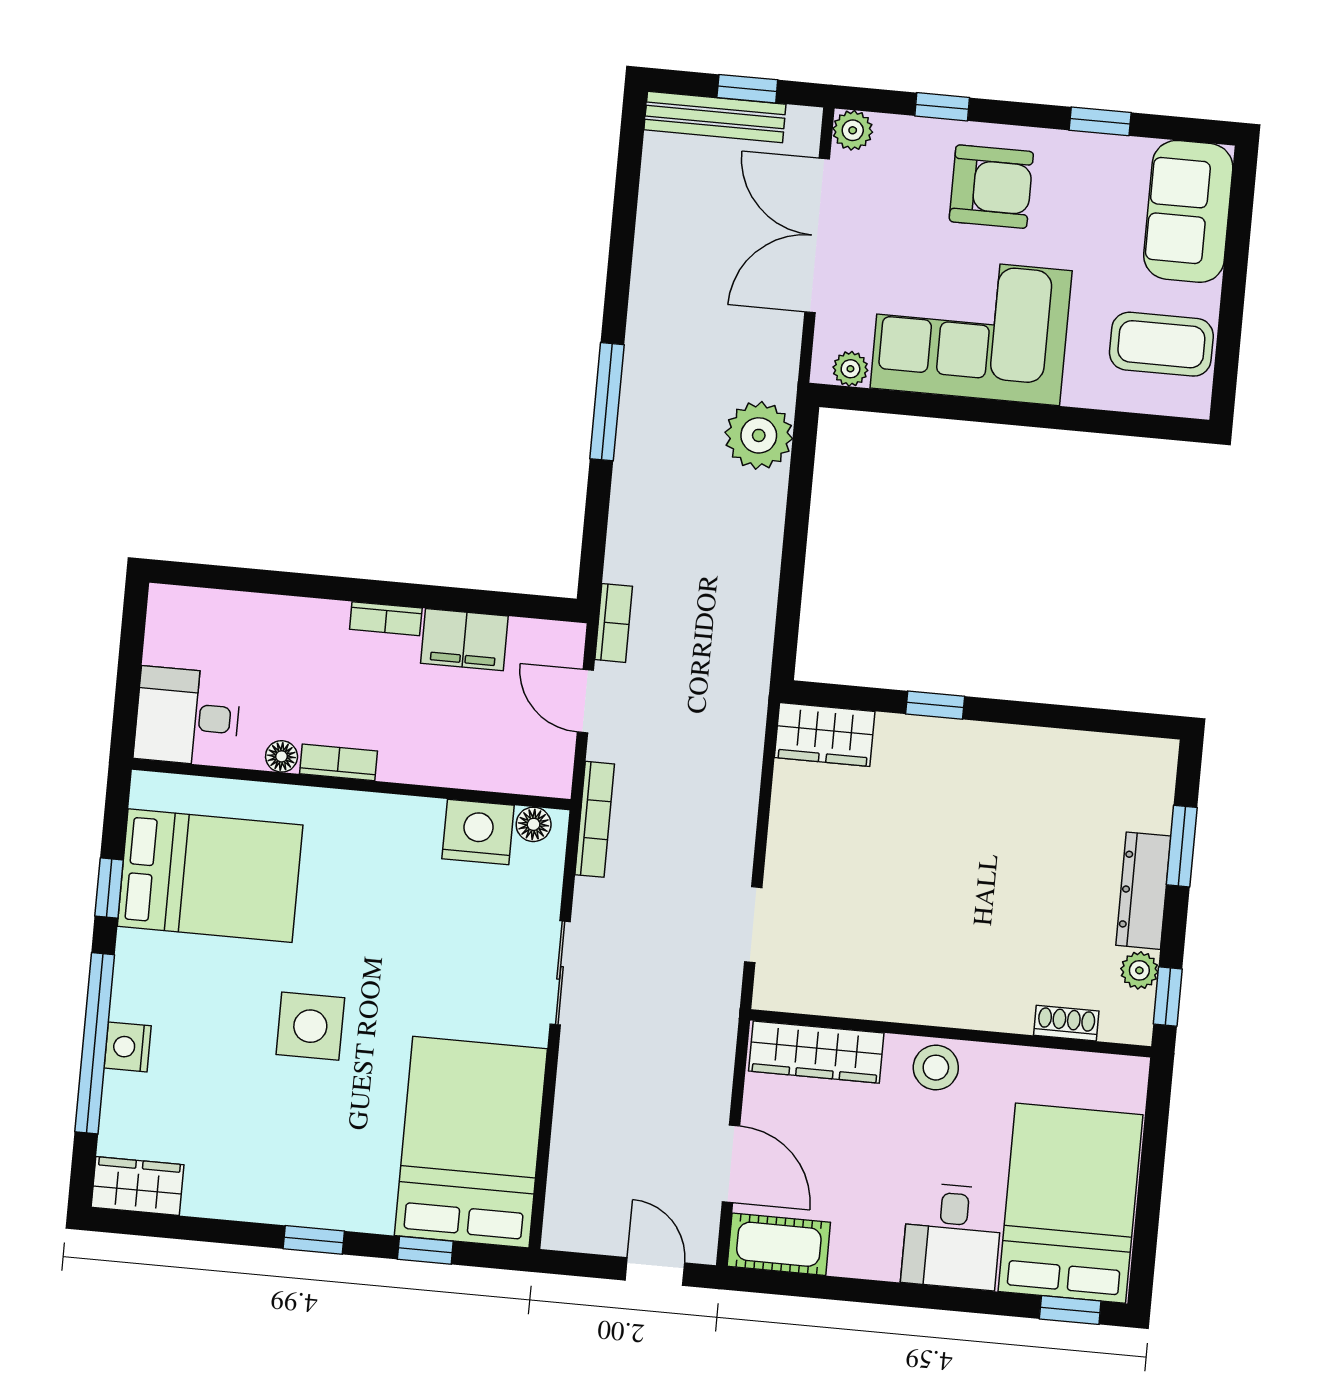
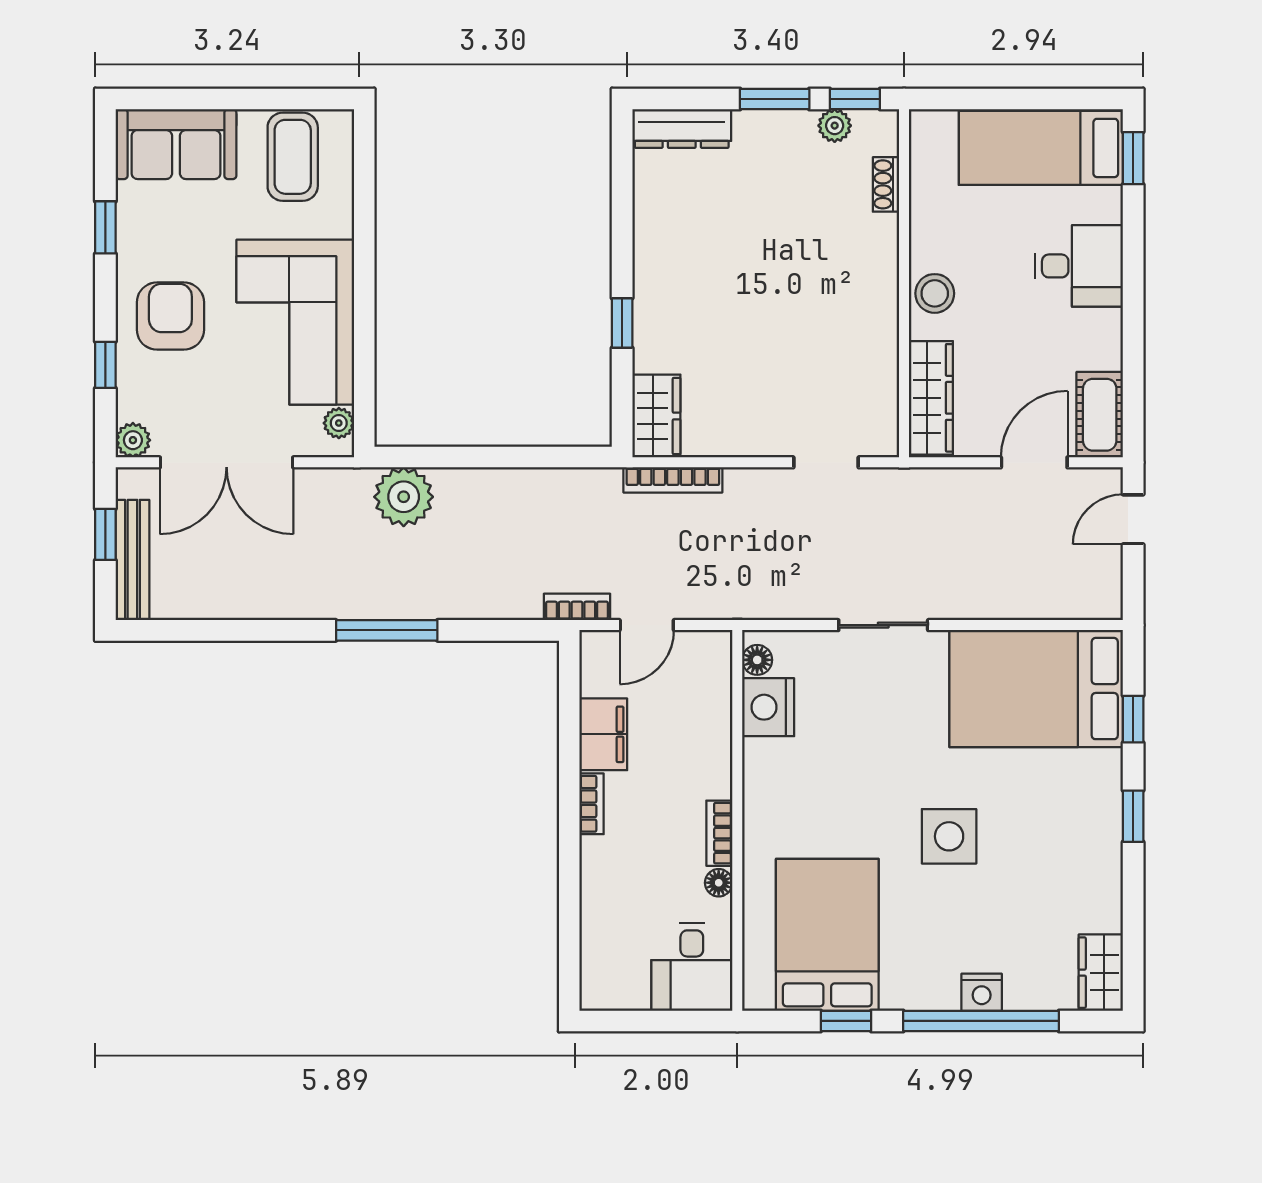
bookcase: (595, 819) -> (673, 480), moved, turned 180
window: (1182, 846) -> (775, 99), moved
dresser: (1143, 891) -> (682, 129), moved
bed: (1070, 1203) -> (1041, 148), width x0.67

